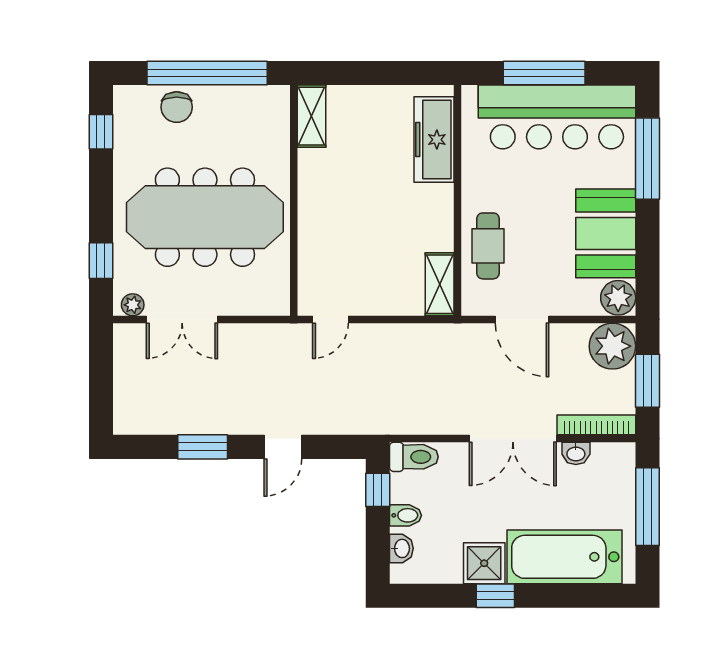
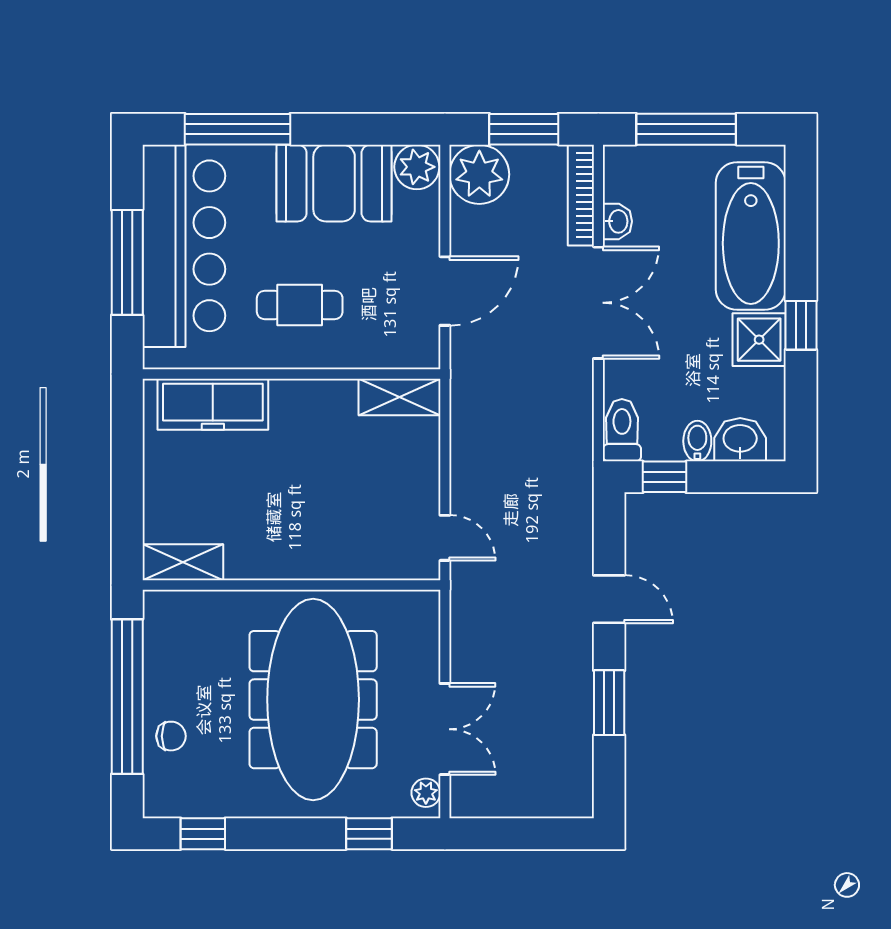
chair: (177, 107) -> (171, 736), width x0.73, depth x0.73
cafe table: (488, 246) -> (300, 305), moved
washbasin: (401, 548) -> (740, 440), width x1.38, depth x1.45

